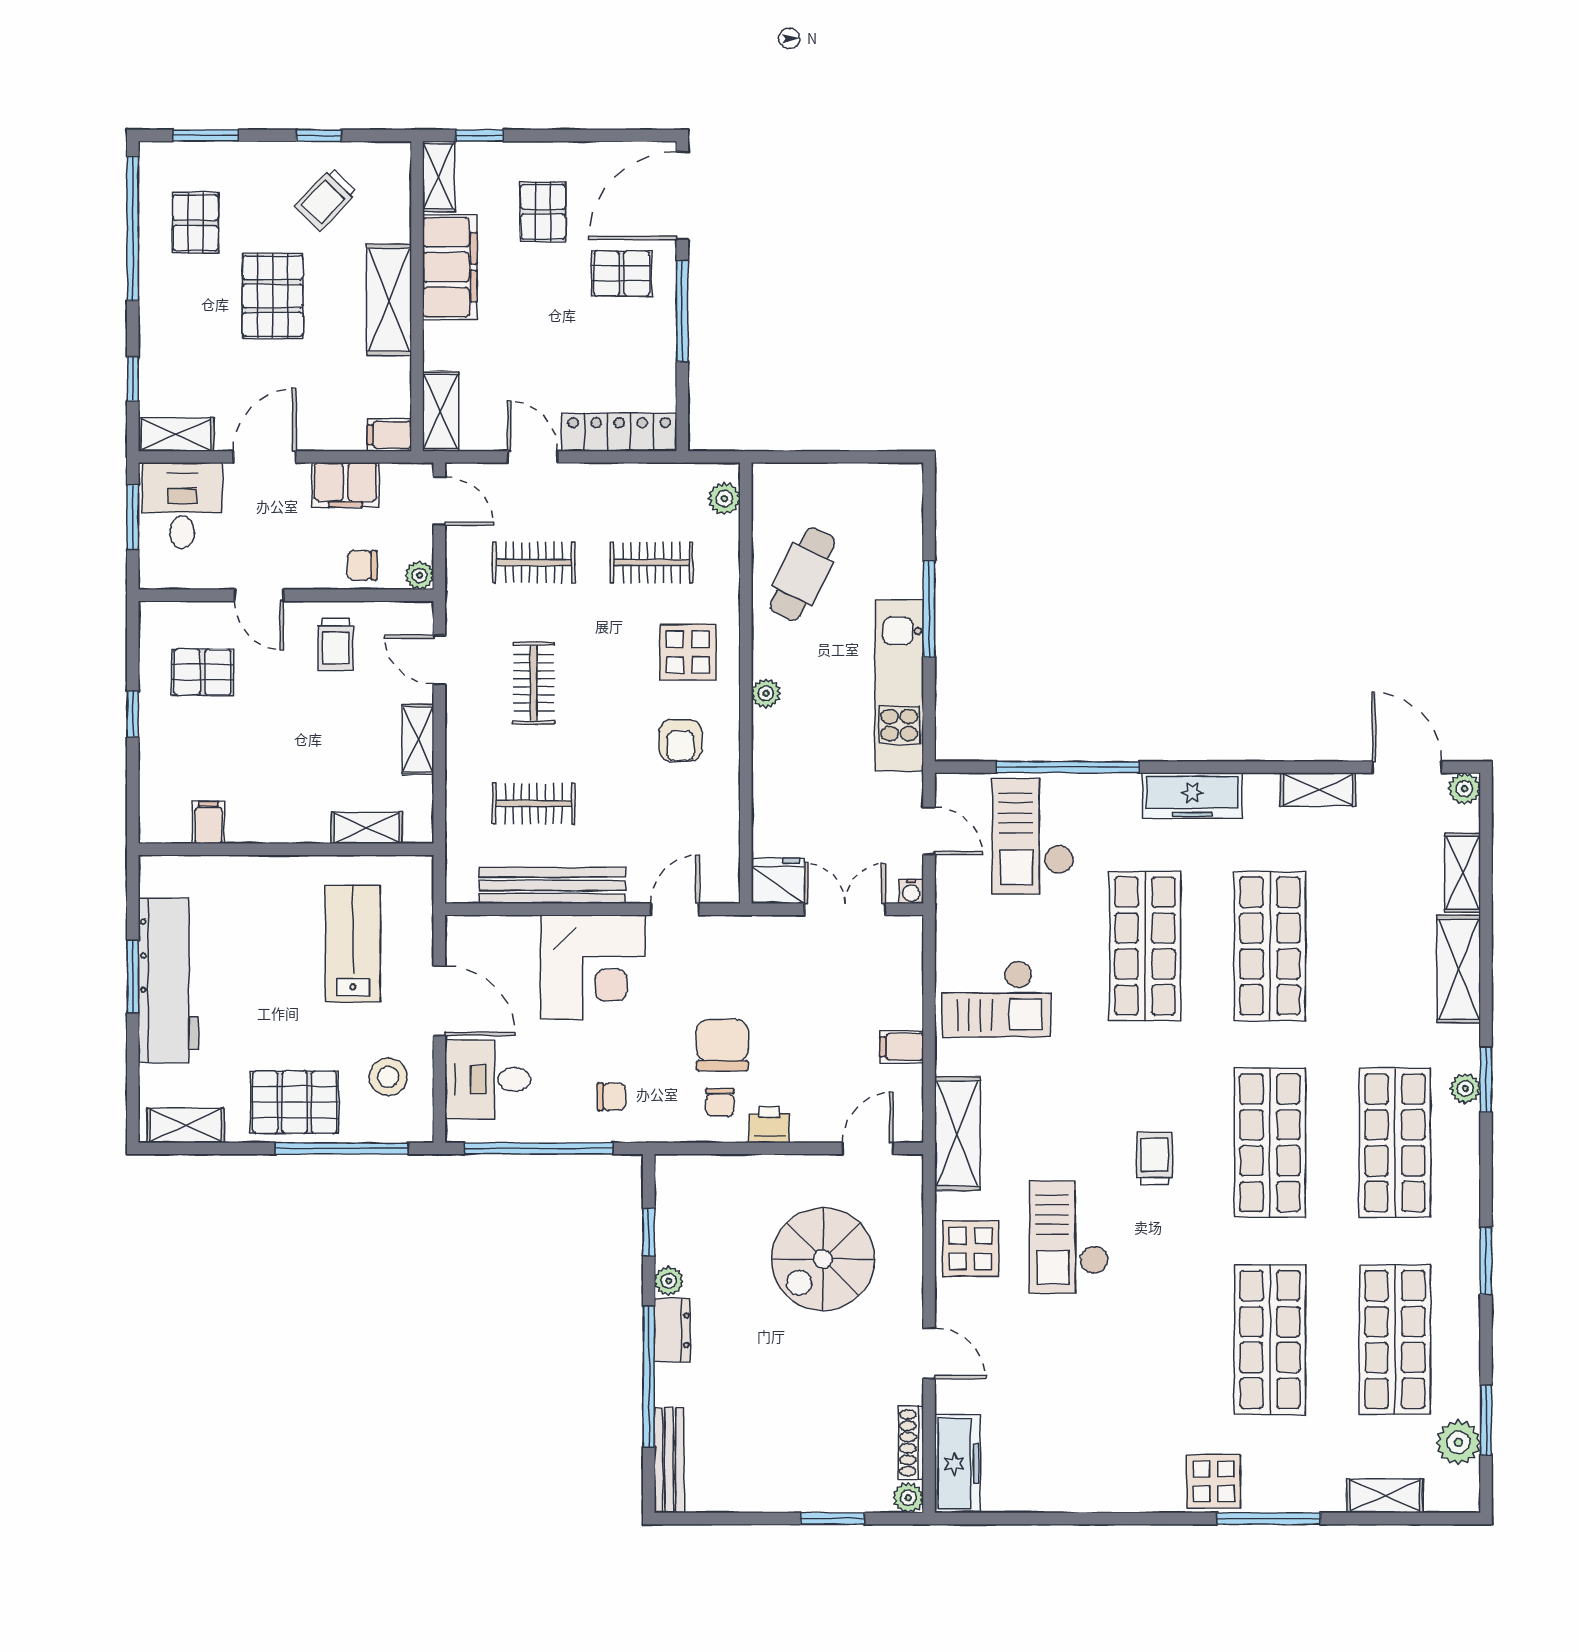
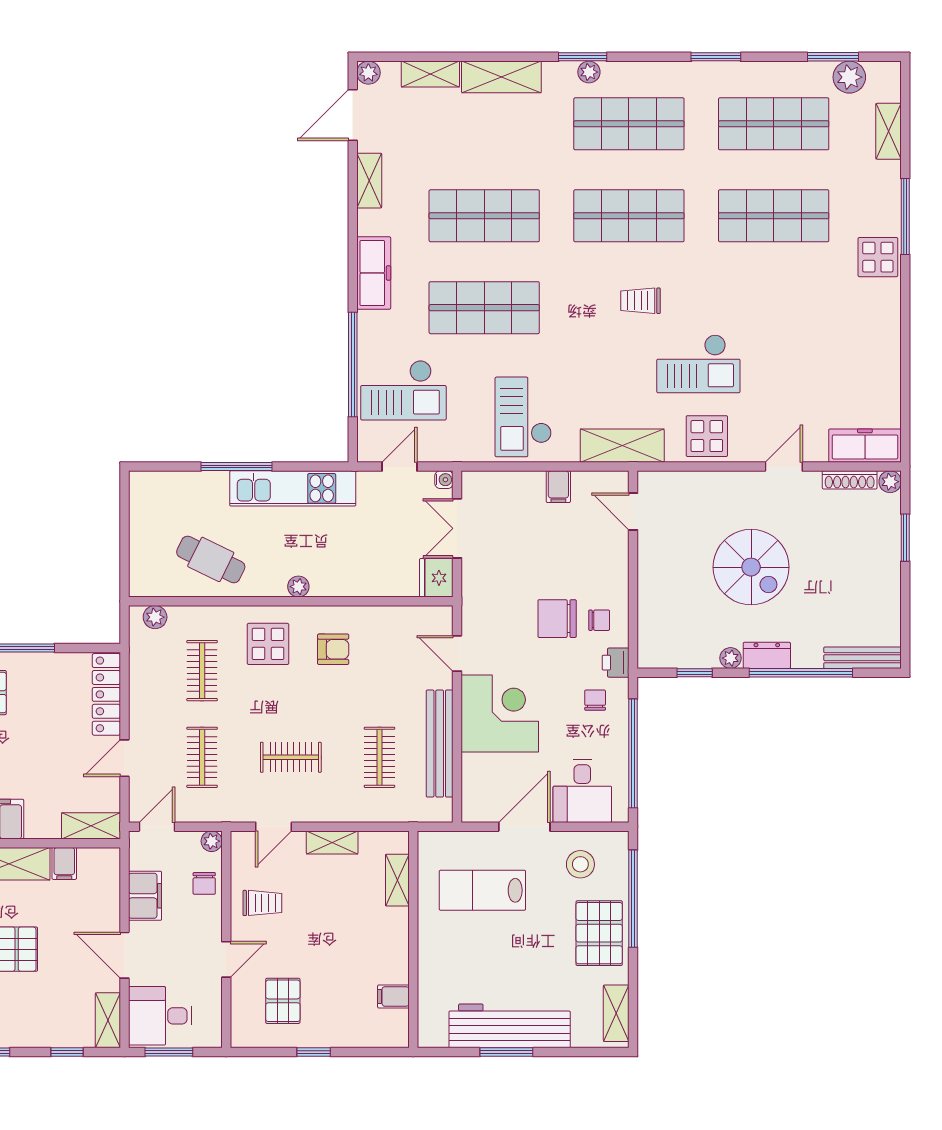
filing cabinet: (389, 435) -> (64, 863), moved
checkout: (996, 999) -> (523, 417), turned 180
printer: (769, 1125) -> (616, 663), moved
spiral stairs: (823, 1259) -> (751, 567), moved

